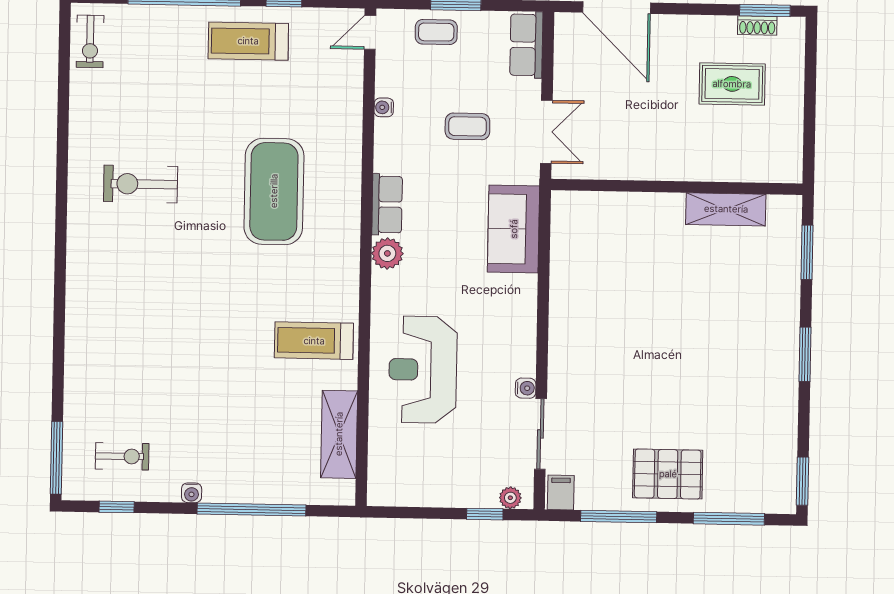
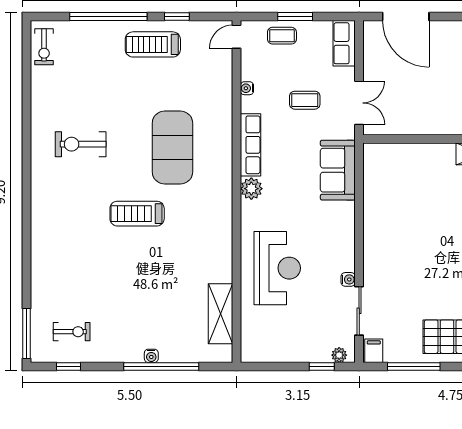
row of seats: (387, 204) -> (250, 145), width x1.48
treadmill: (314, 341) -> (137, 214), moved
reception desk: (423, 370) -> (277, 268), turned 180
water cooler: (192, 493) -> (151, 356), moved

